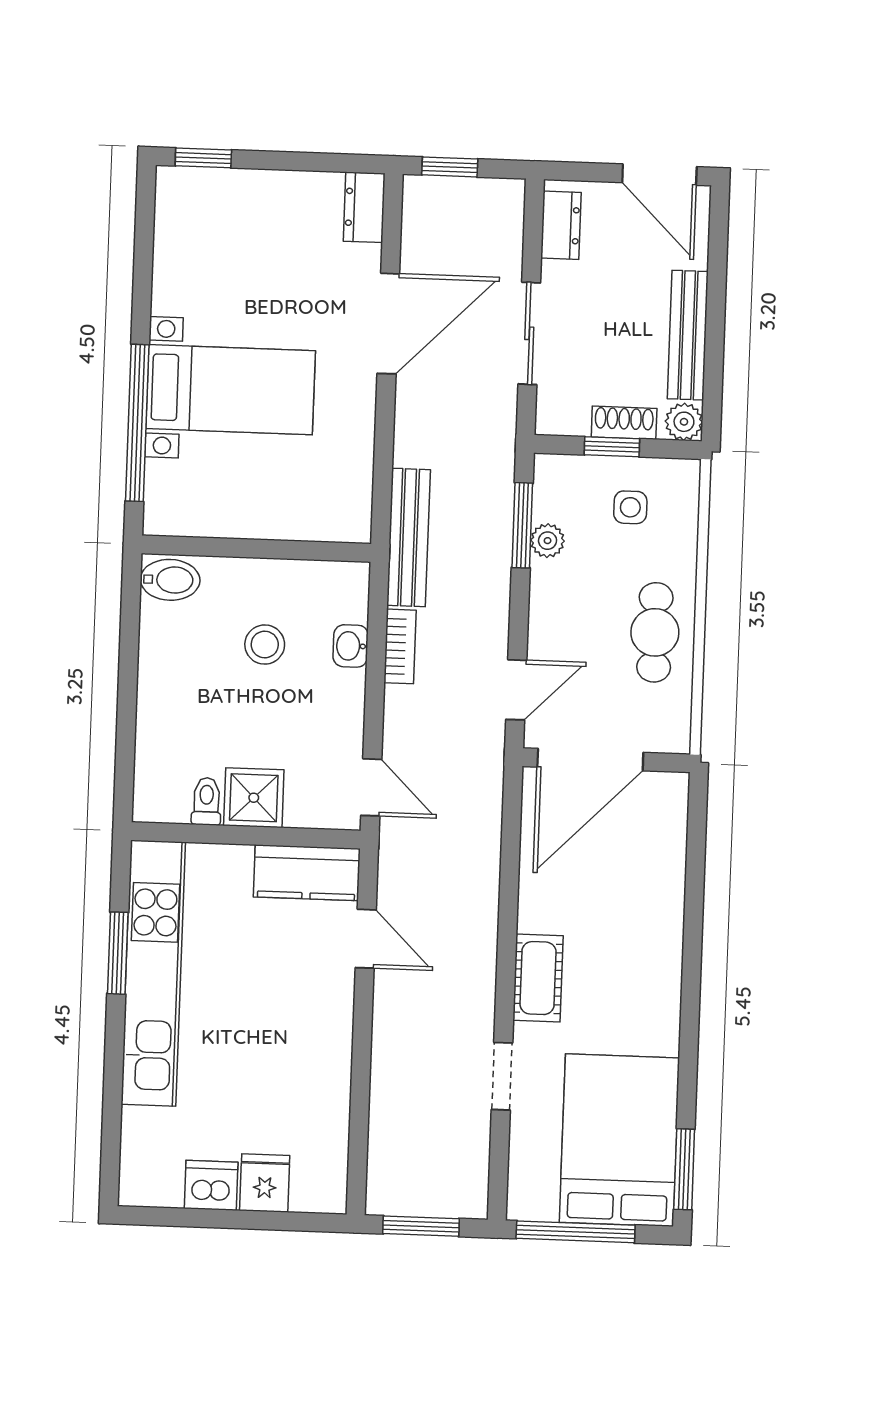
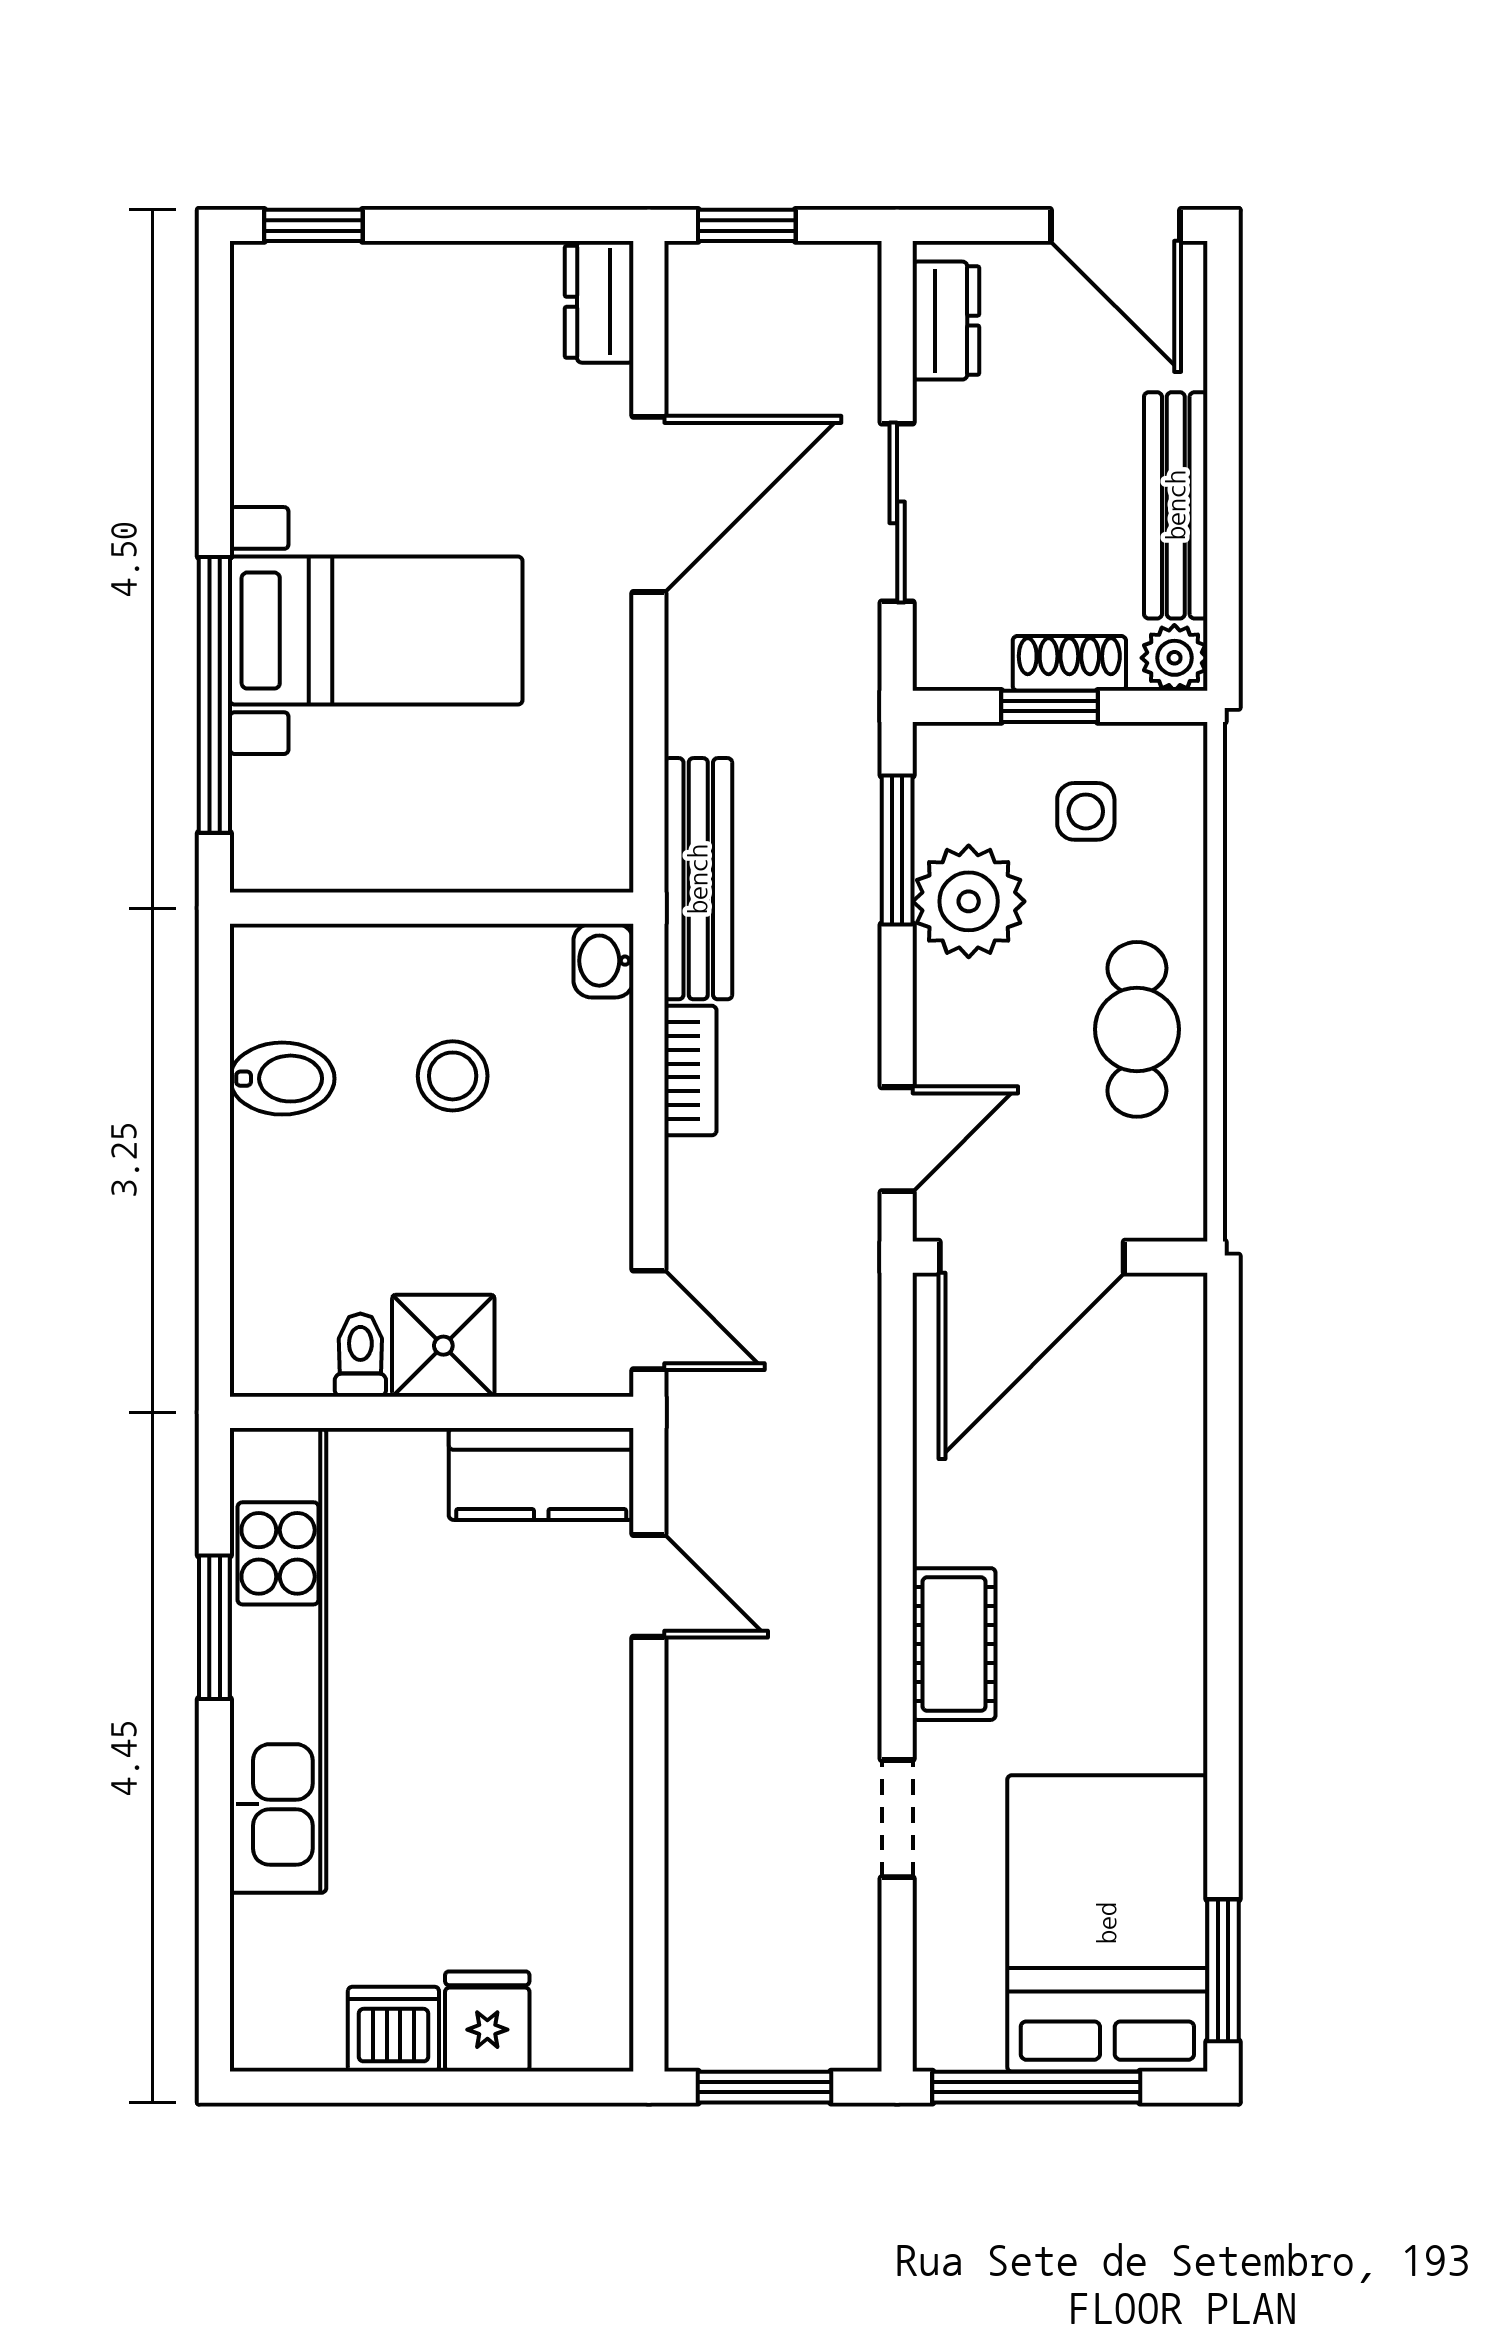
plant: (548, 541) -> (969, 901), width x1.87, depth x1.87
bidet: (170, 580) -> (282, 1079), moved
washbasin: (351, 646) -> (603, 961), moved

